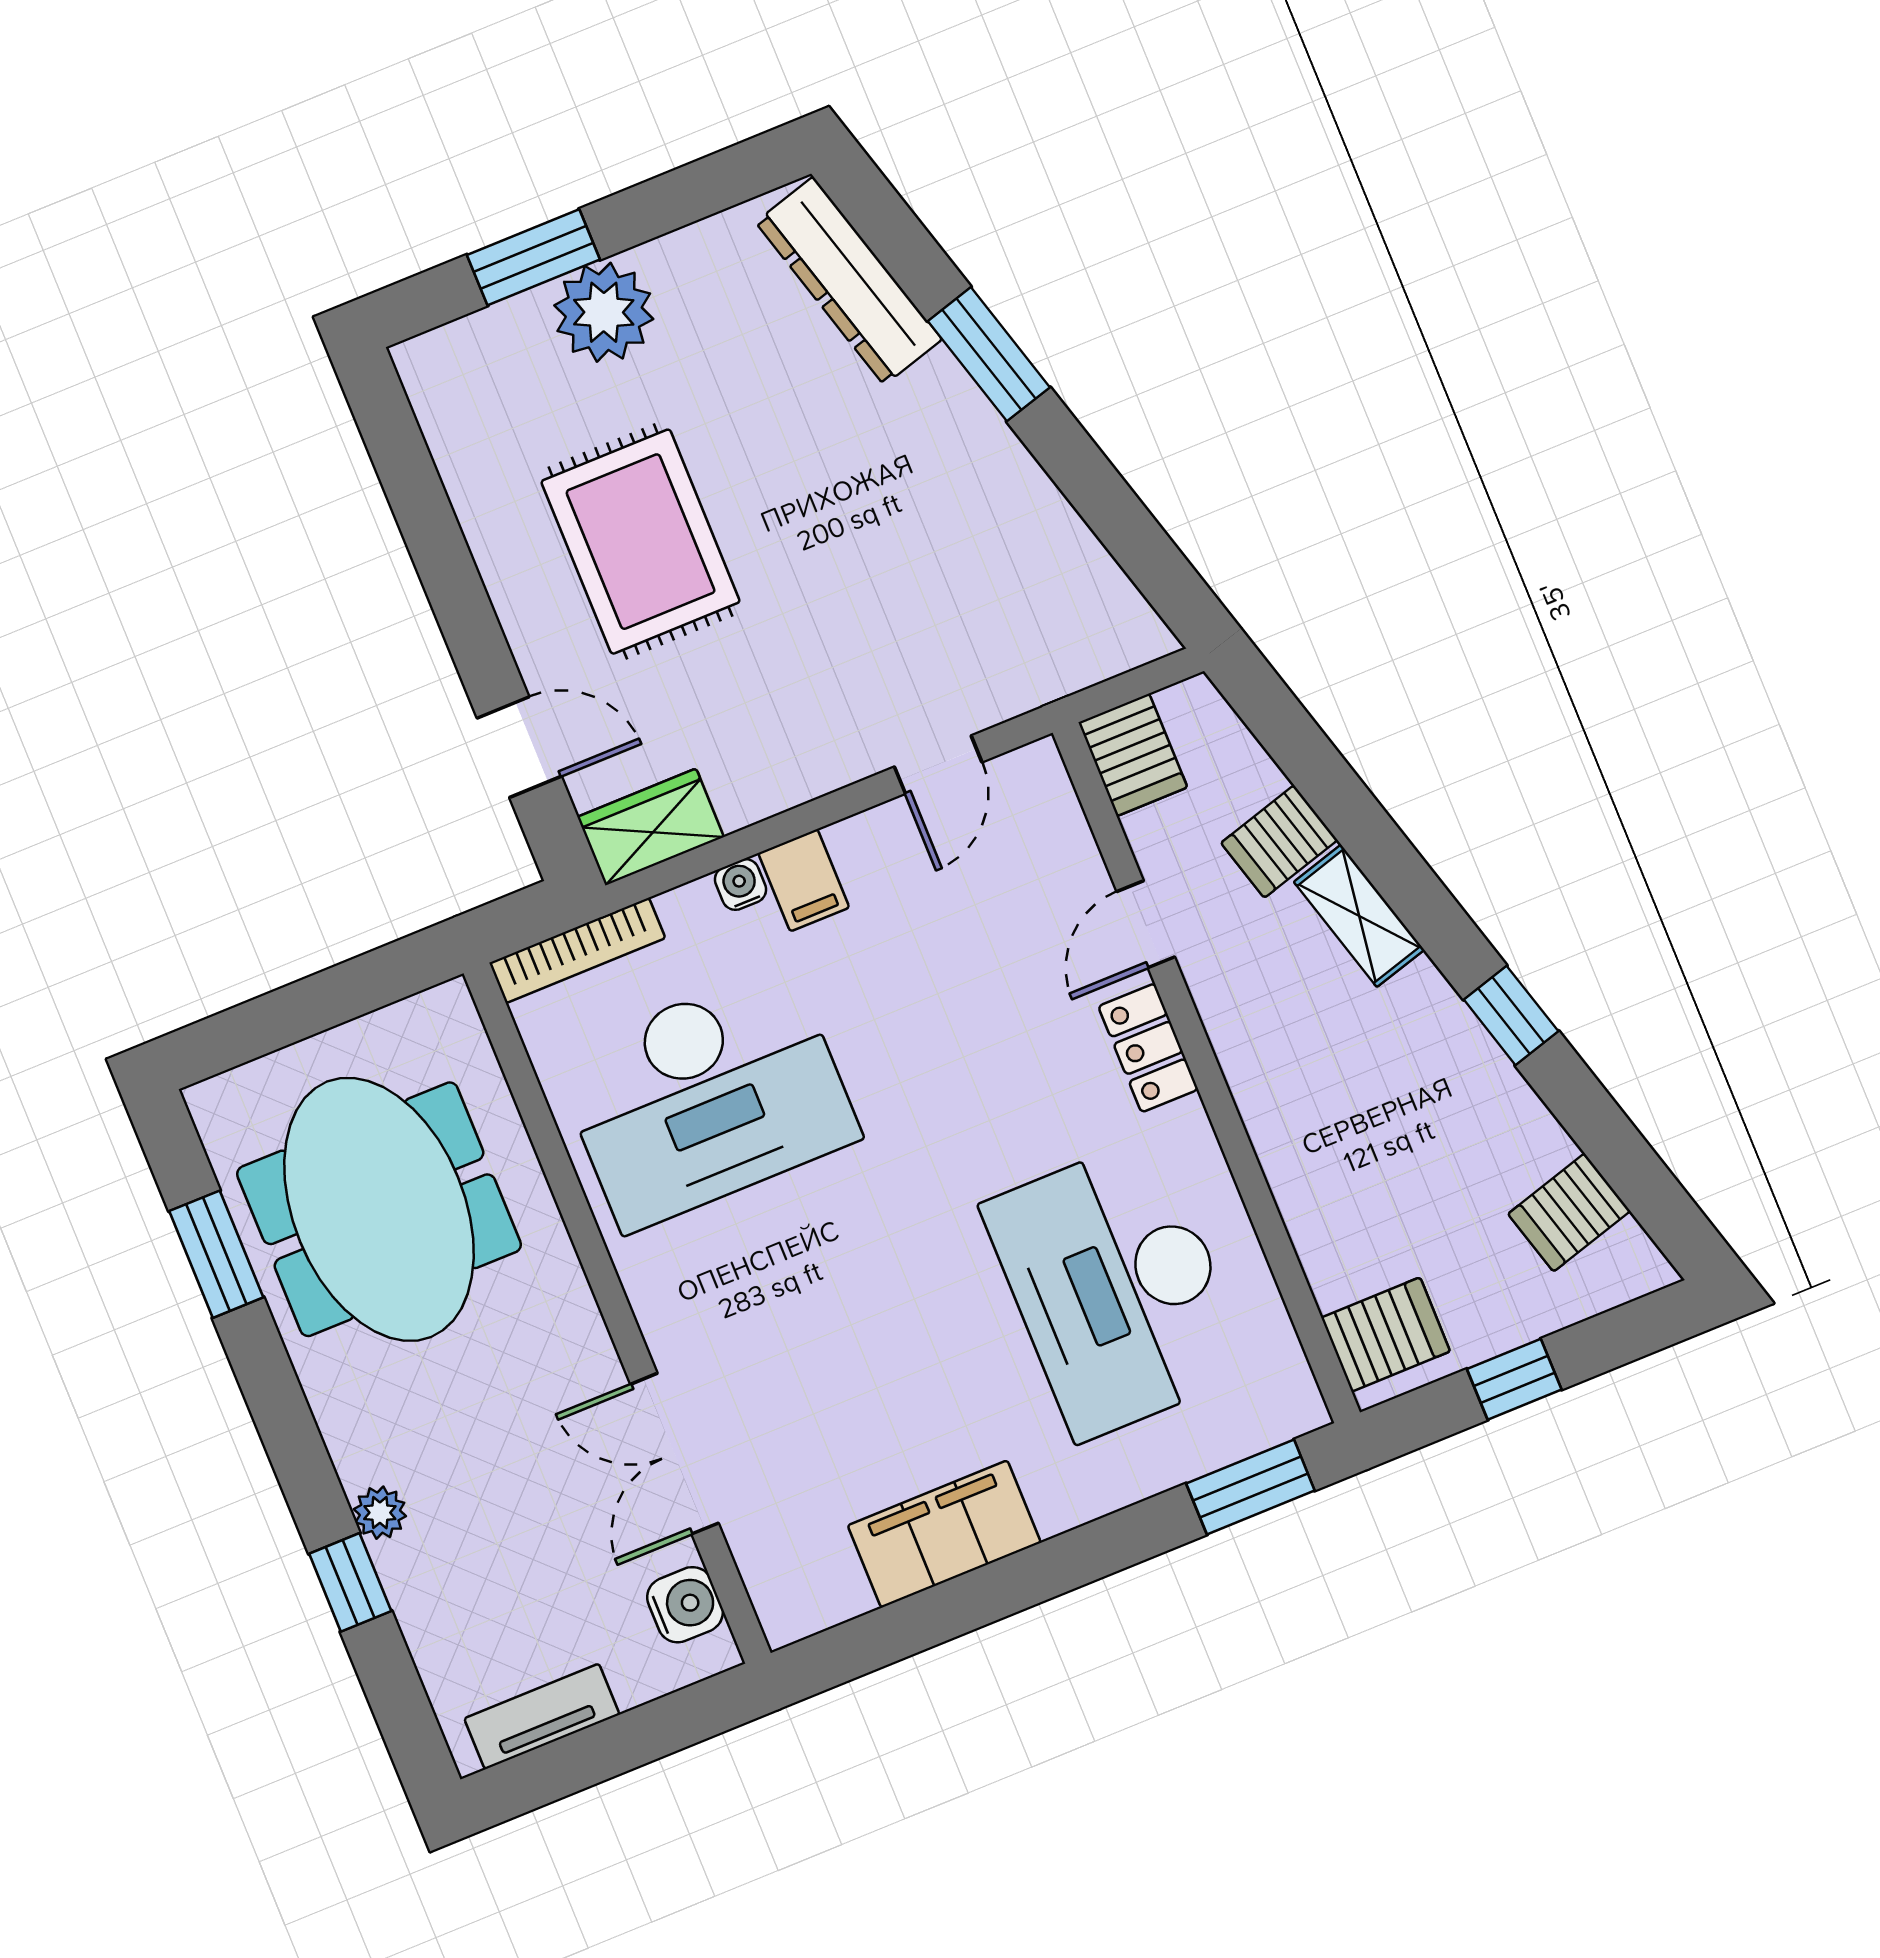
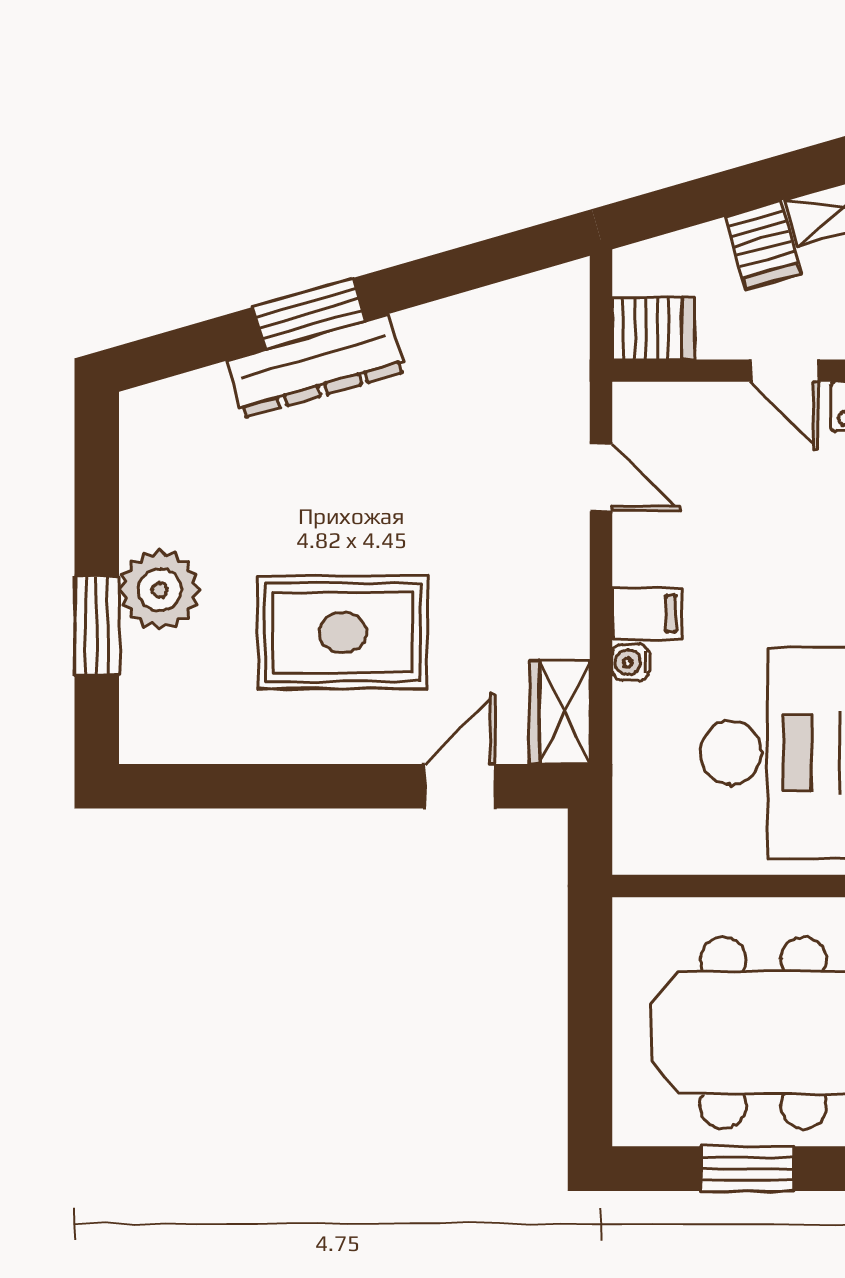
dresser: (849, 281) -> (316, 366), moved
bookcase: (577, 950) -> (630, 805), removed

